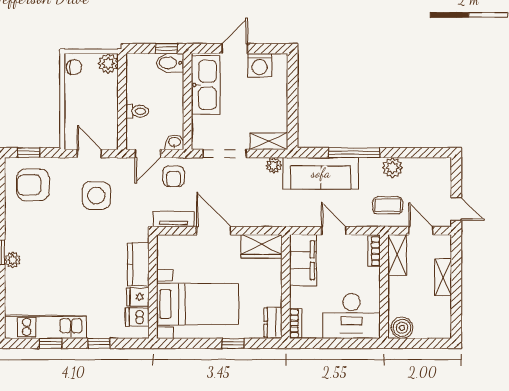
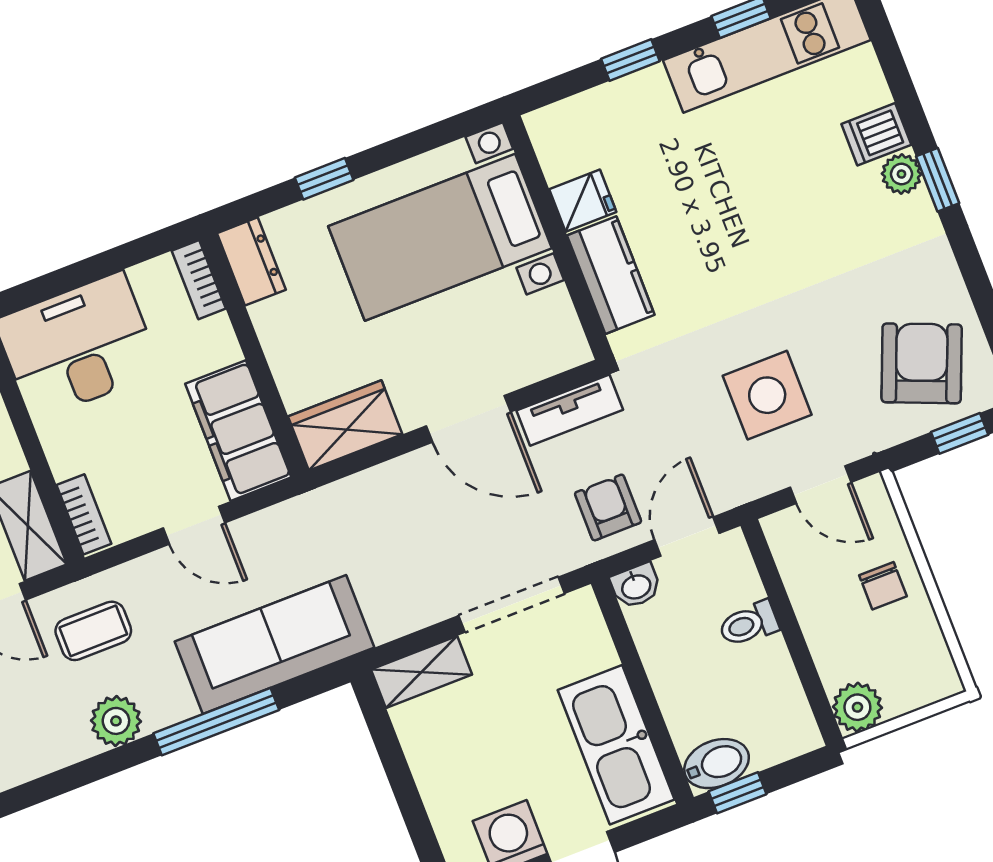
chair: (74, 67) -> (883, 586), moved, turned -90
plant: (274, 165) -> (389, 621), removed
armchair: (33, 185) -> (922, 363), turned -68
dishwasher: (137, 317) -> (876, 134), moved, turned 180

